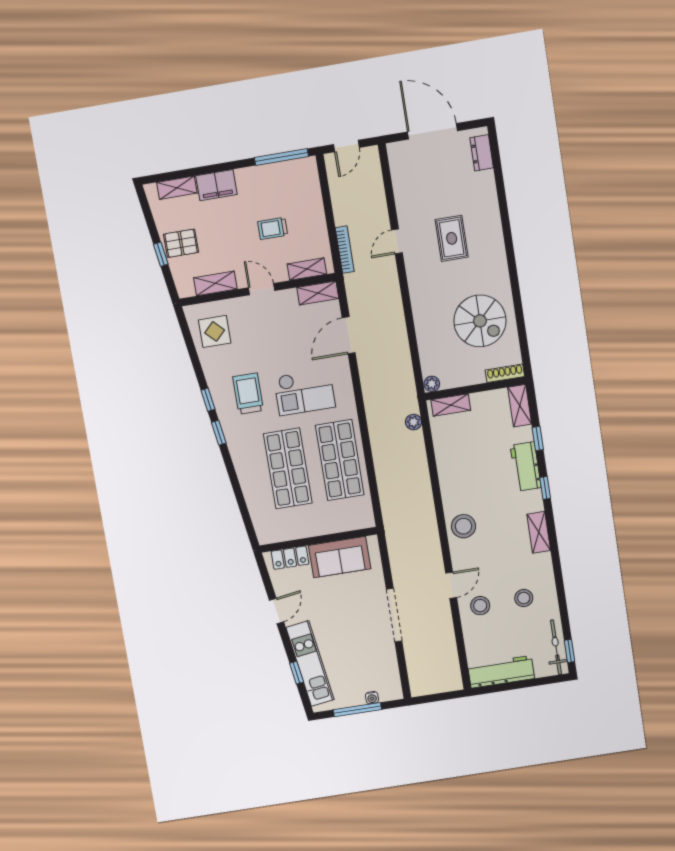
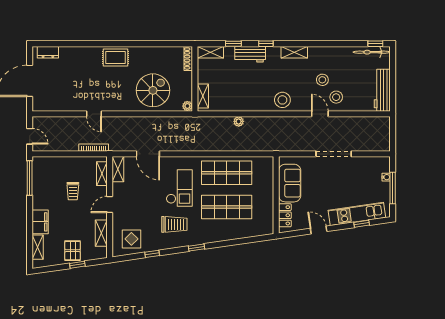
rug: (452, 238) -> (116, 58), moved
spiral stairs: (480, 321) -> (153, 90), moved
trolley: (248, 394) -> (174, 224), turned 180
window: (208, 400) -> (152, 254), moved
plant: (413, 422) -> (239, 121), moved
stool: (524, 598) -> (322, 80), moved

